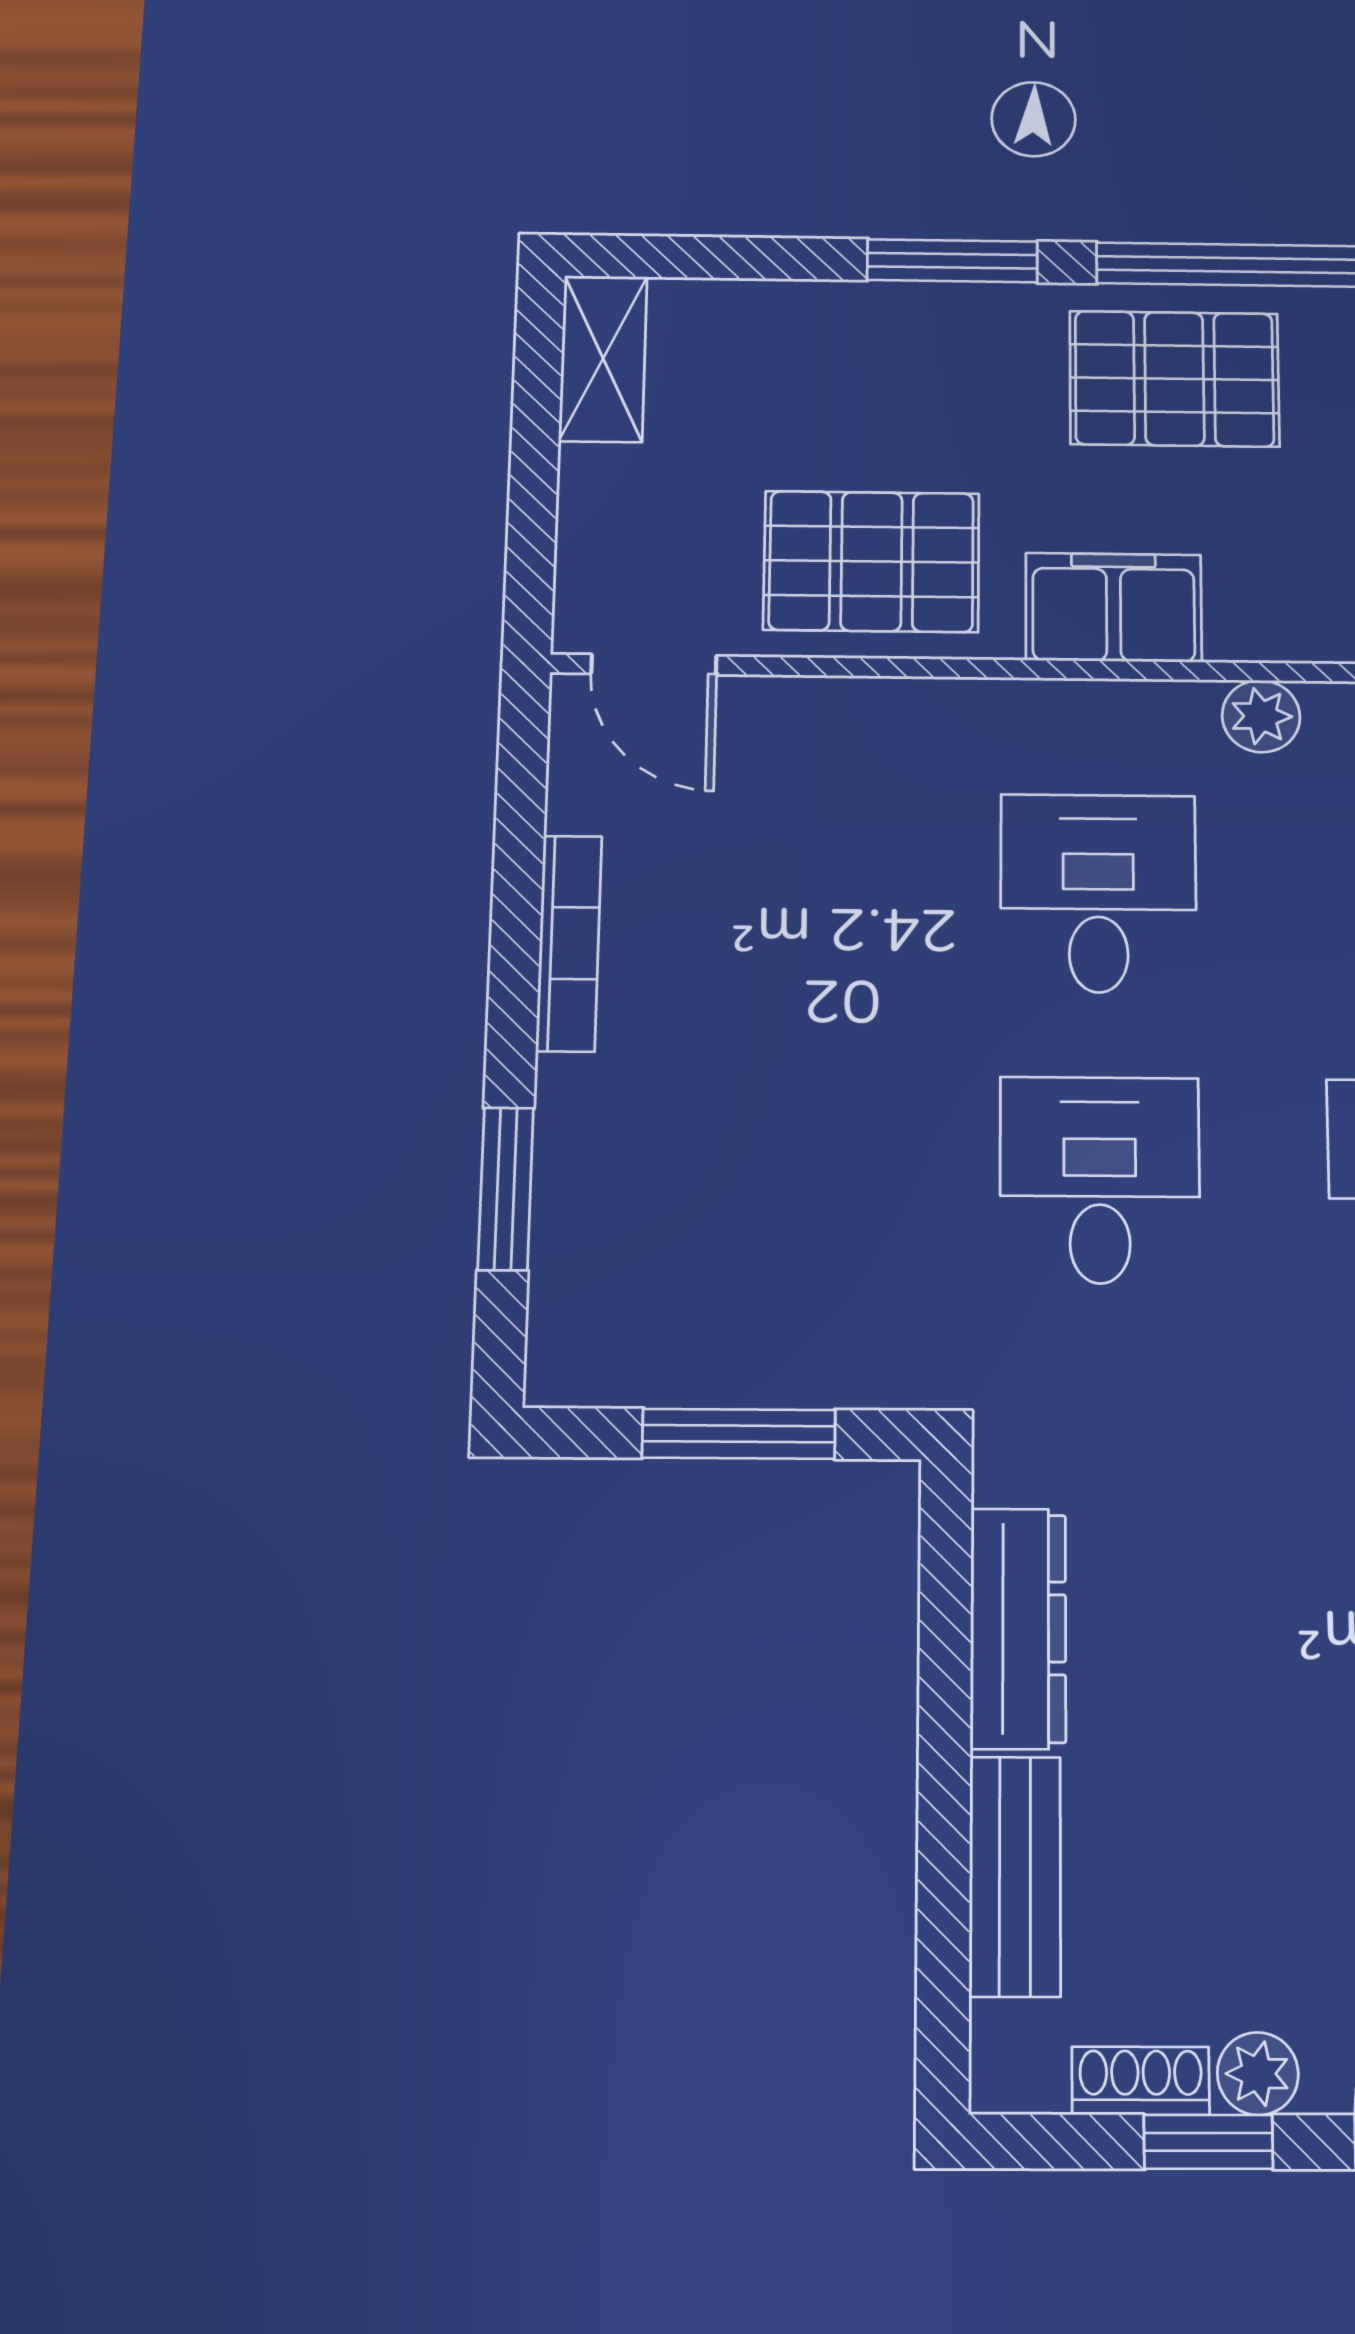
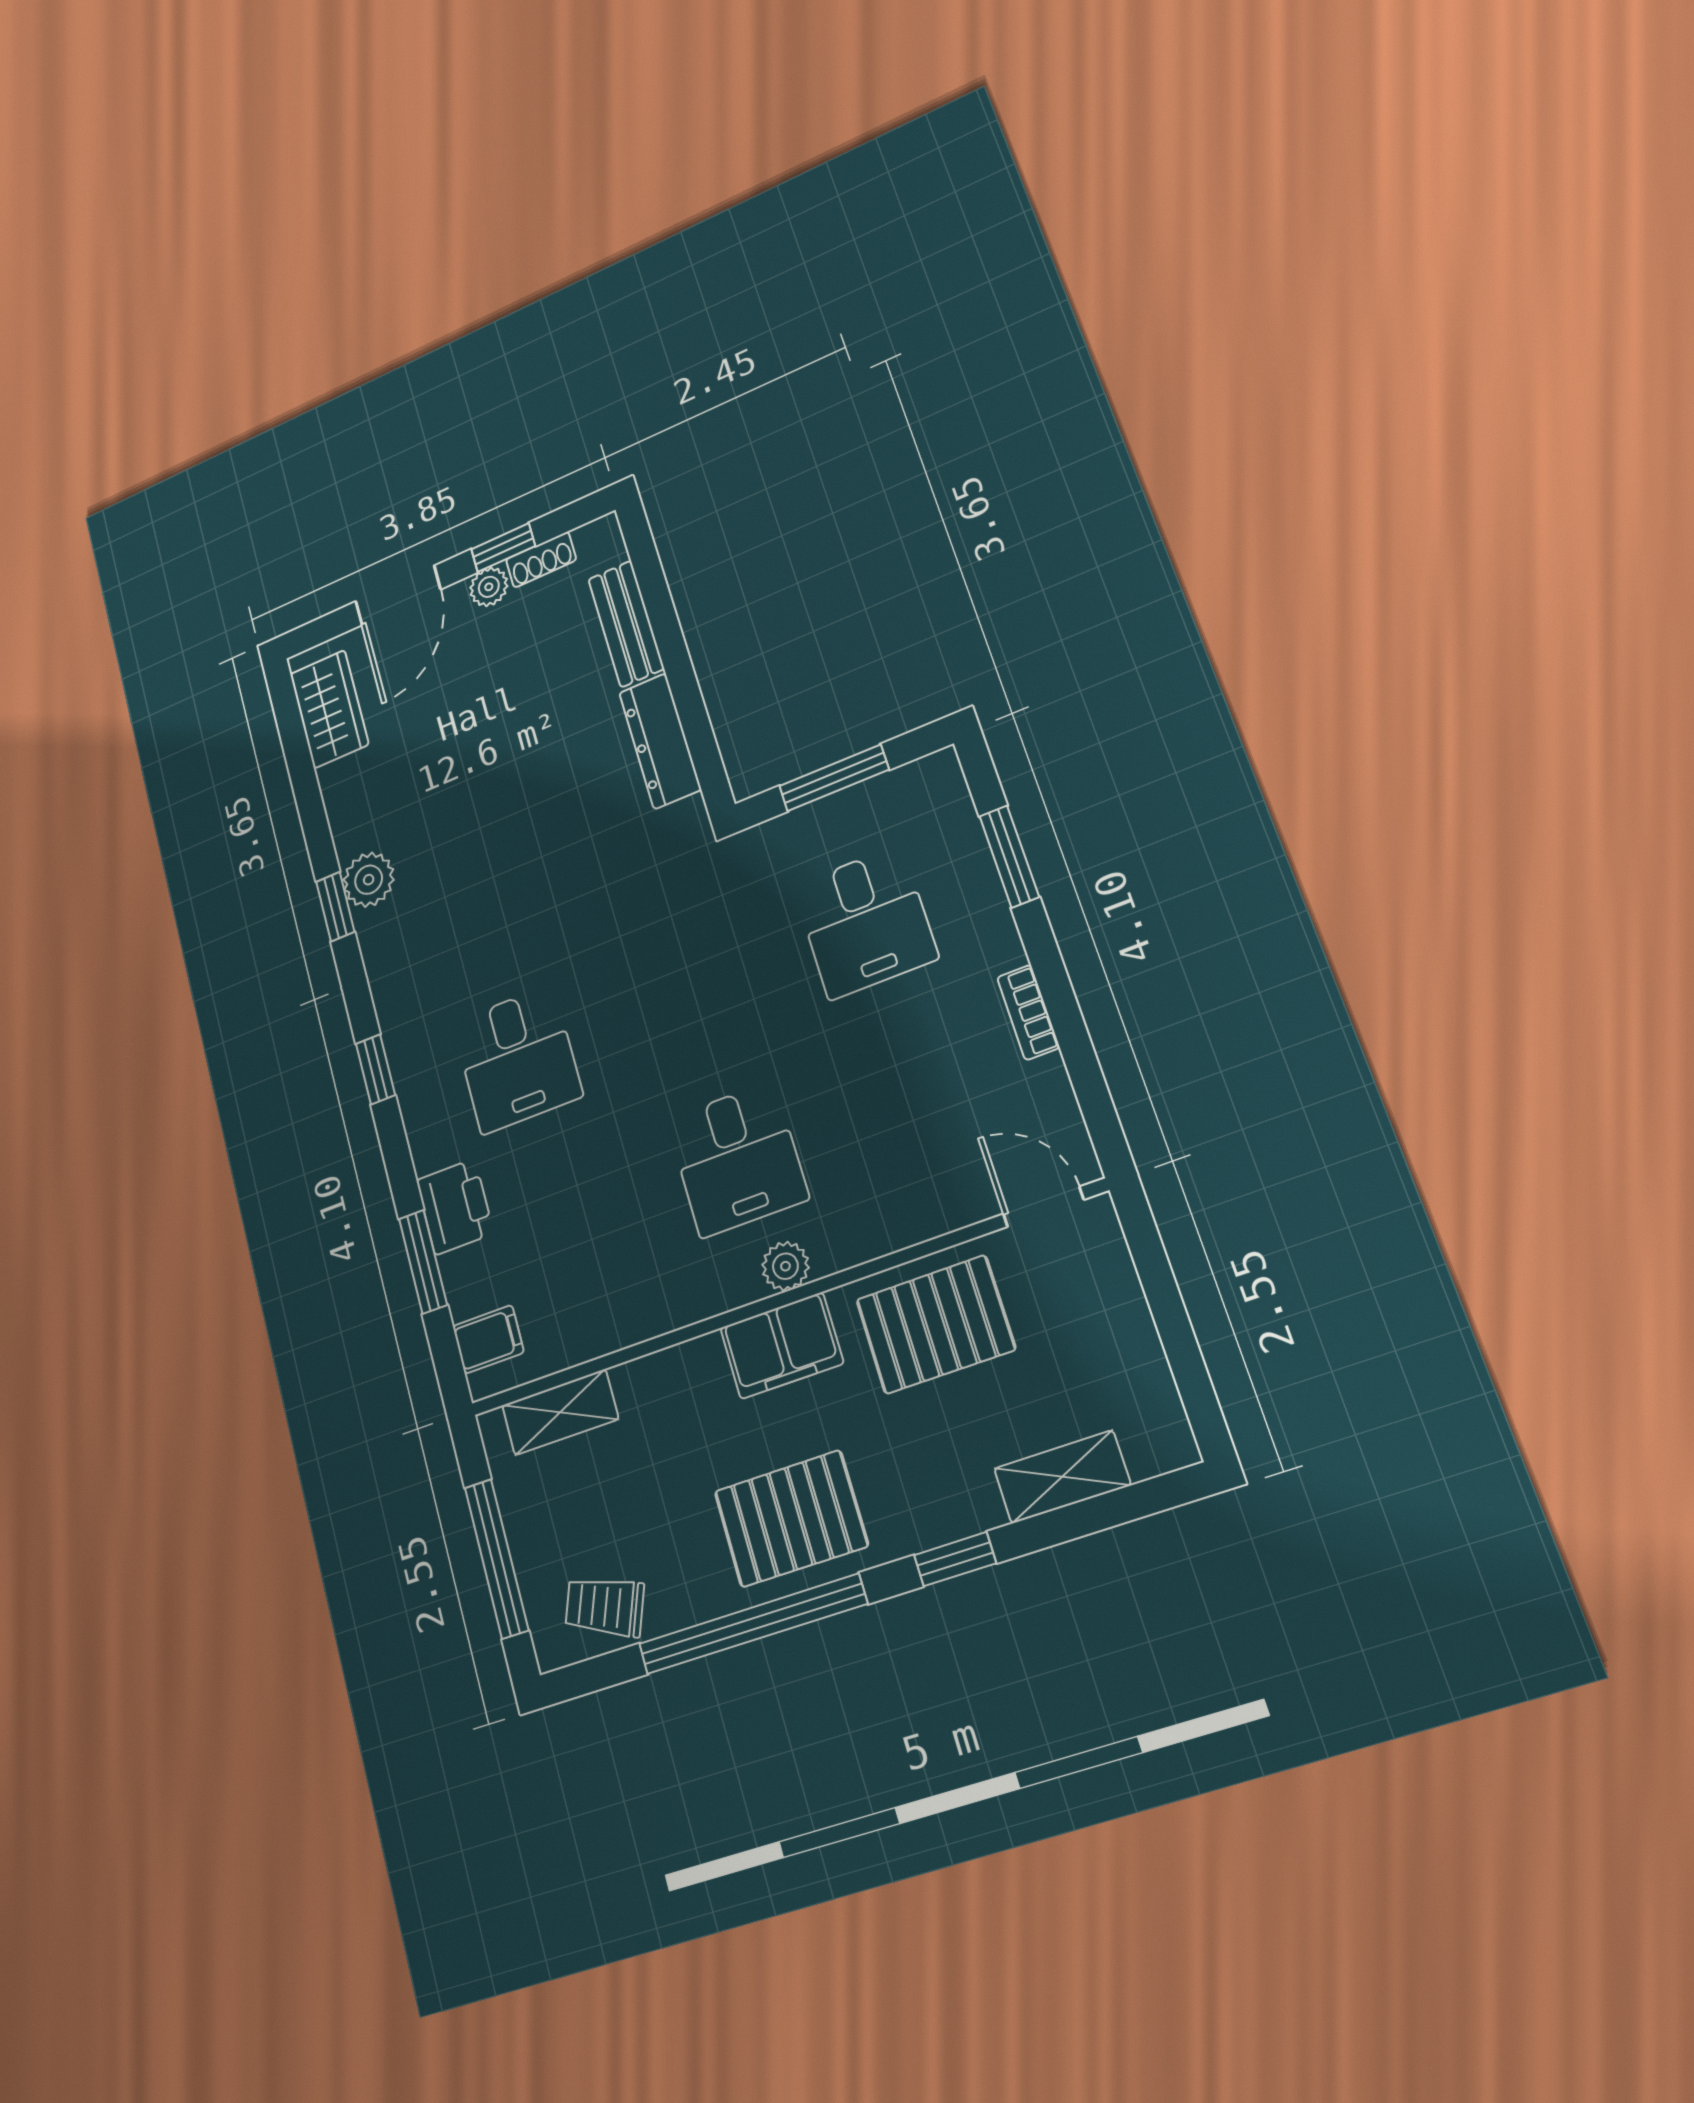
window: (952, 261) -> (955, 1559), width x0.67
shelving: (603, 359) -> (1062, 1477), moved, turned 90
plant: (1261, 716) -> (785, 1266), moved
bookcase: (569, 943) -> (1028, 1012), width x0.64
desk: (1100, 1180) -> (865, 922), moved

